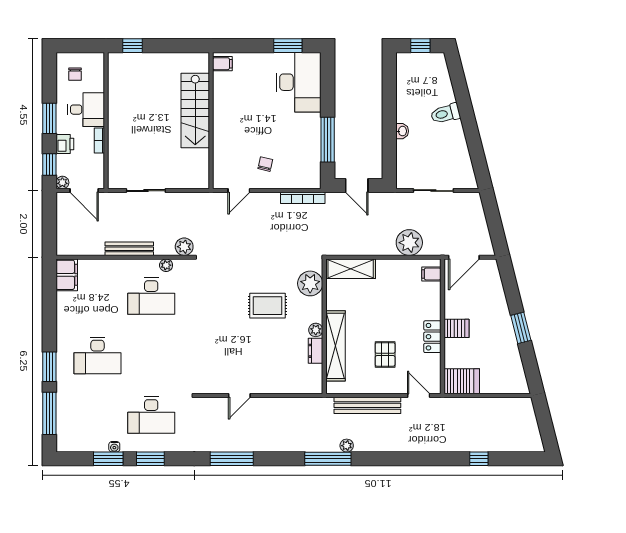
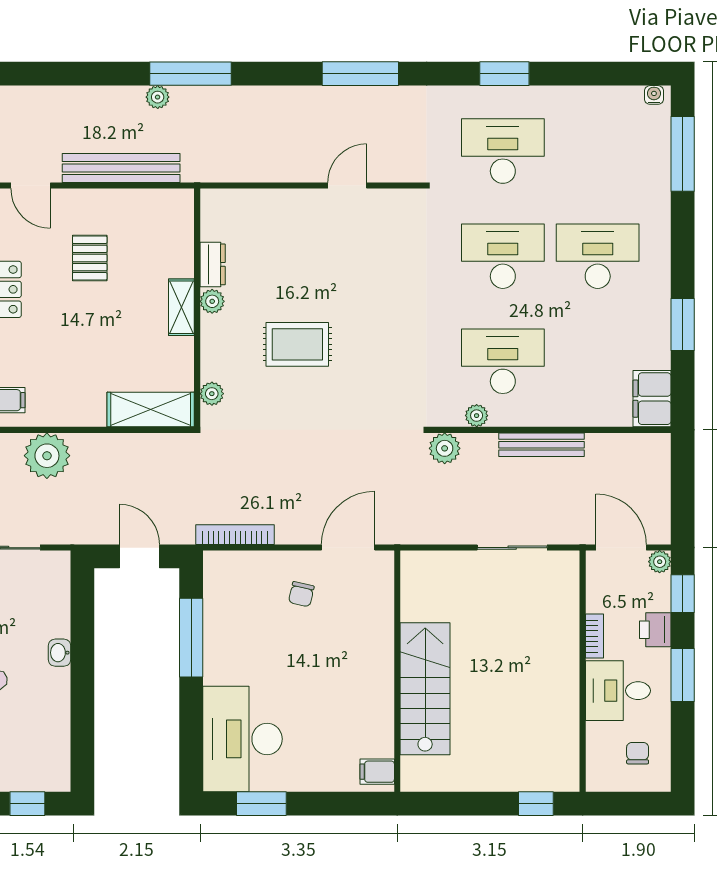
door: (239, 191) -> (348, 548), width x1.38
plant: (310, 283) -> (212, 394), width x0.53, depth x0.53
shelving: (336, 346) -> (181, 307), width x0.45, depth x0.75
desk: (151, 355) -> (503, 256), added
window: (49, 367) -> (683, 324), moved
water cooler: (114, 447) -> (654, 95), moved
window: (108, 459) -> (579, 74), removed

